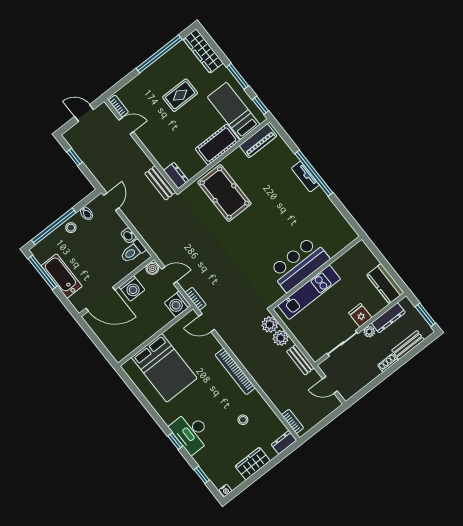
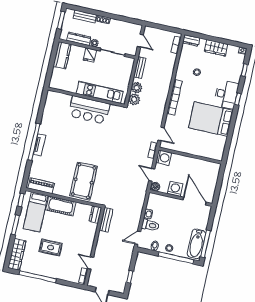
toilet: (133, 251) -> (150, 225), moved
bathtub: (62, 276) -> (196, 244), moved
bed: (164, 368) -> (211, 119), moved, turned -90

